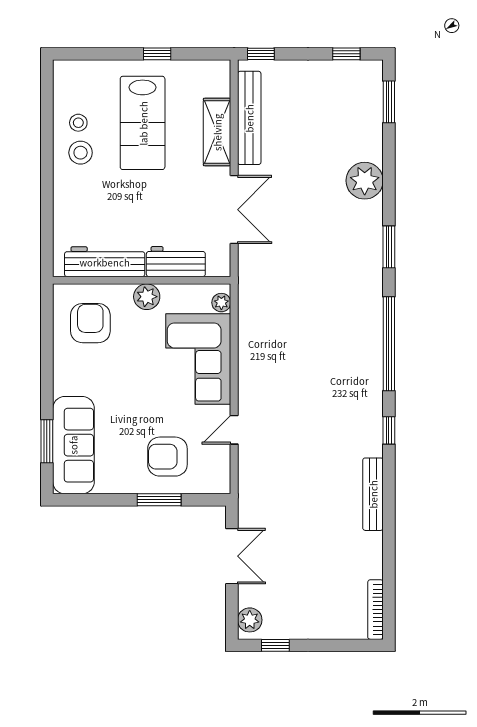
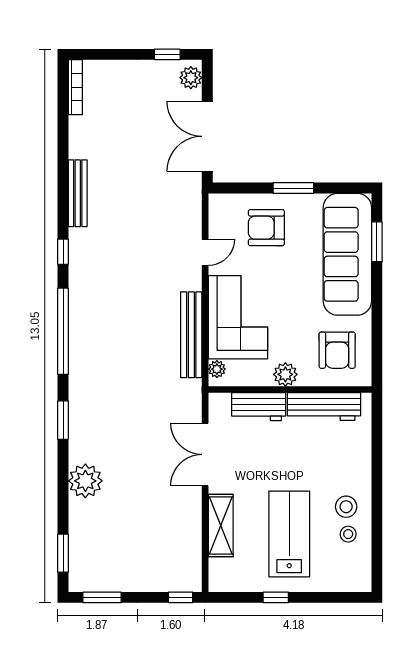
window: (346, 54) -> (102, 597), width x1.50
bench: (249, 118) -> (191, 335), moved
sofa: (73, 445) -> (347, 254), width x1.36, depth x1.27
armchair: (167, 457) -> (266, 228), turned 180
window: (159, 500) -> (293, 188), moved
double door: (232, 556) -> (207, 136), width x1.37

